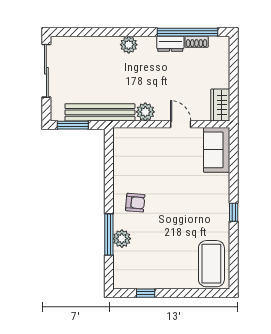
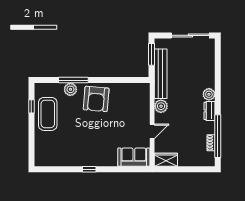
dresser: (170, 44) -> (210, 111), moved
armchair: (135, 203) -> (96, 99), width x1.88, depth x1.88
coffee table: (211, 264) -> (48, 114), moved, turned 90

